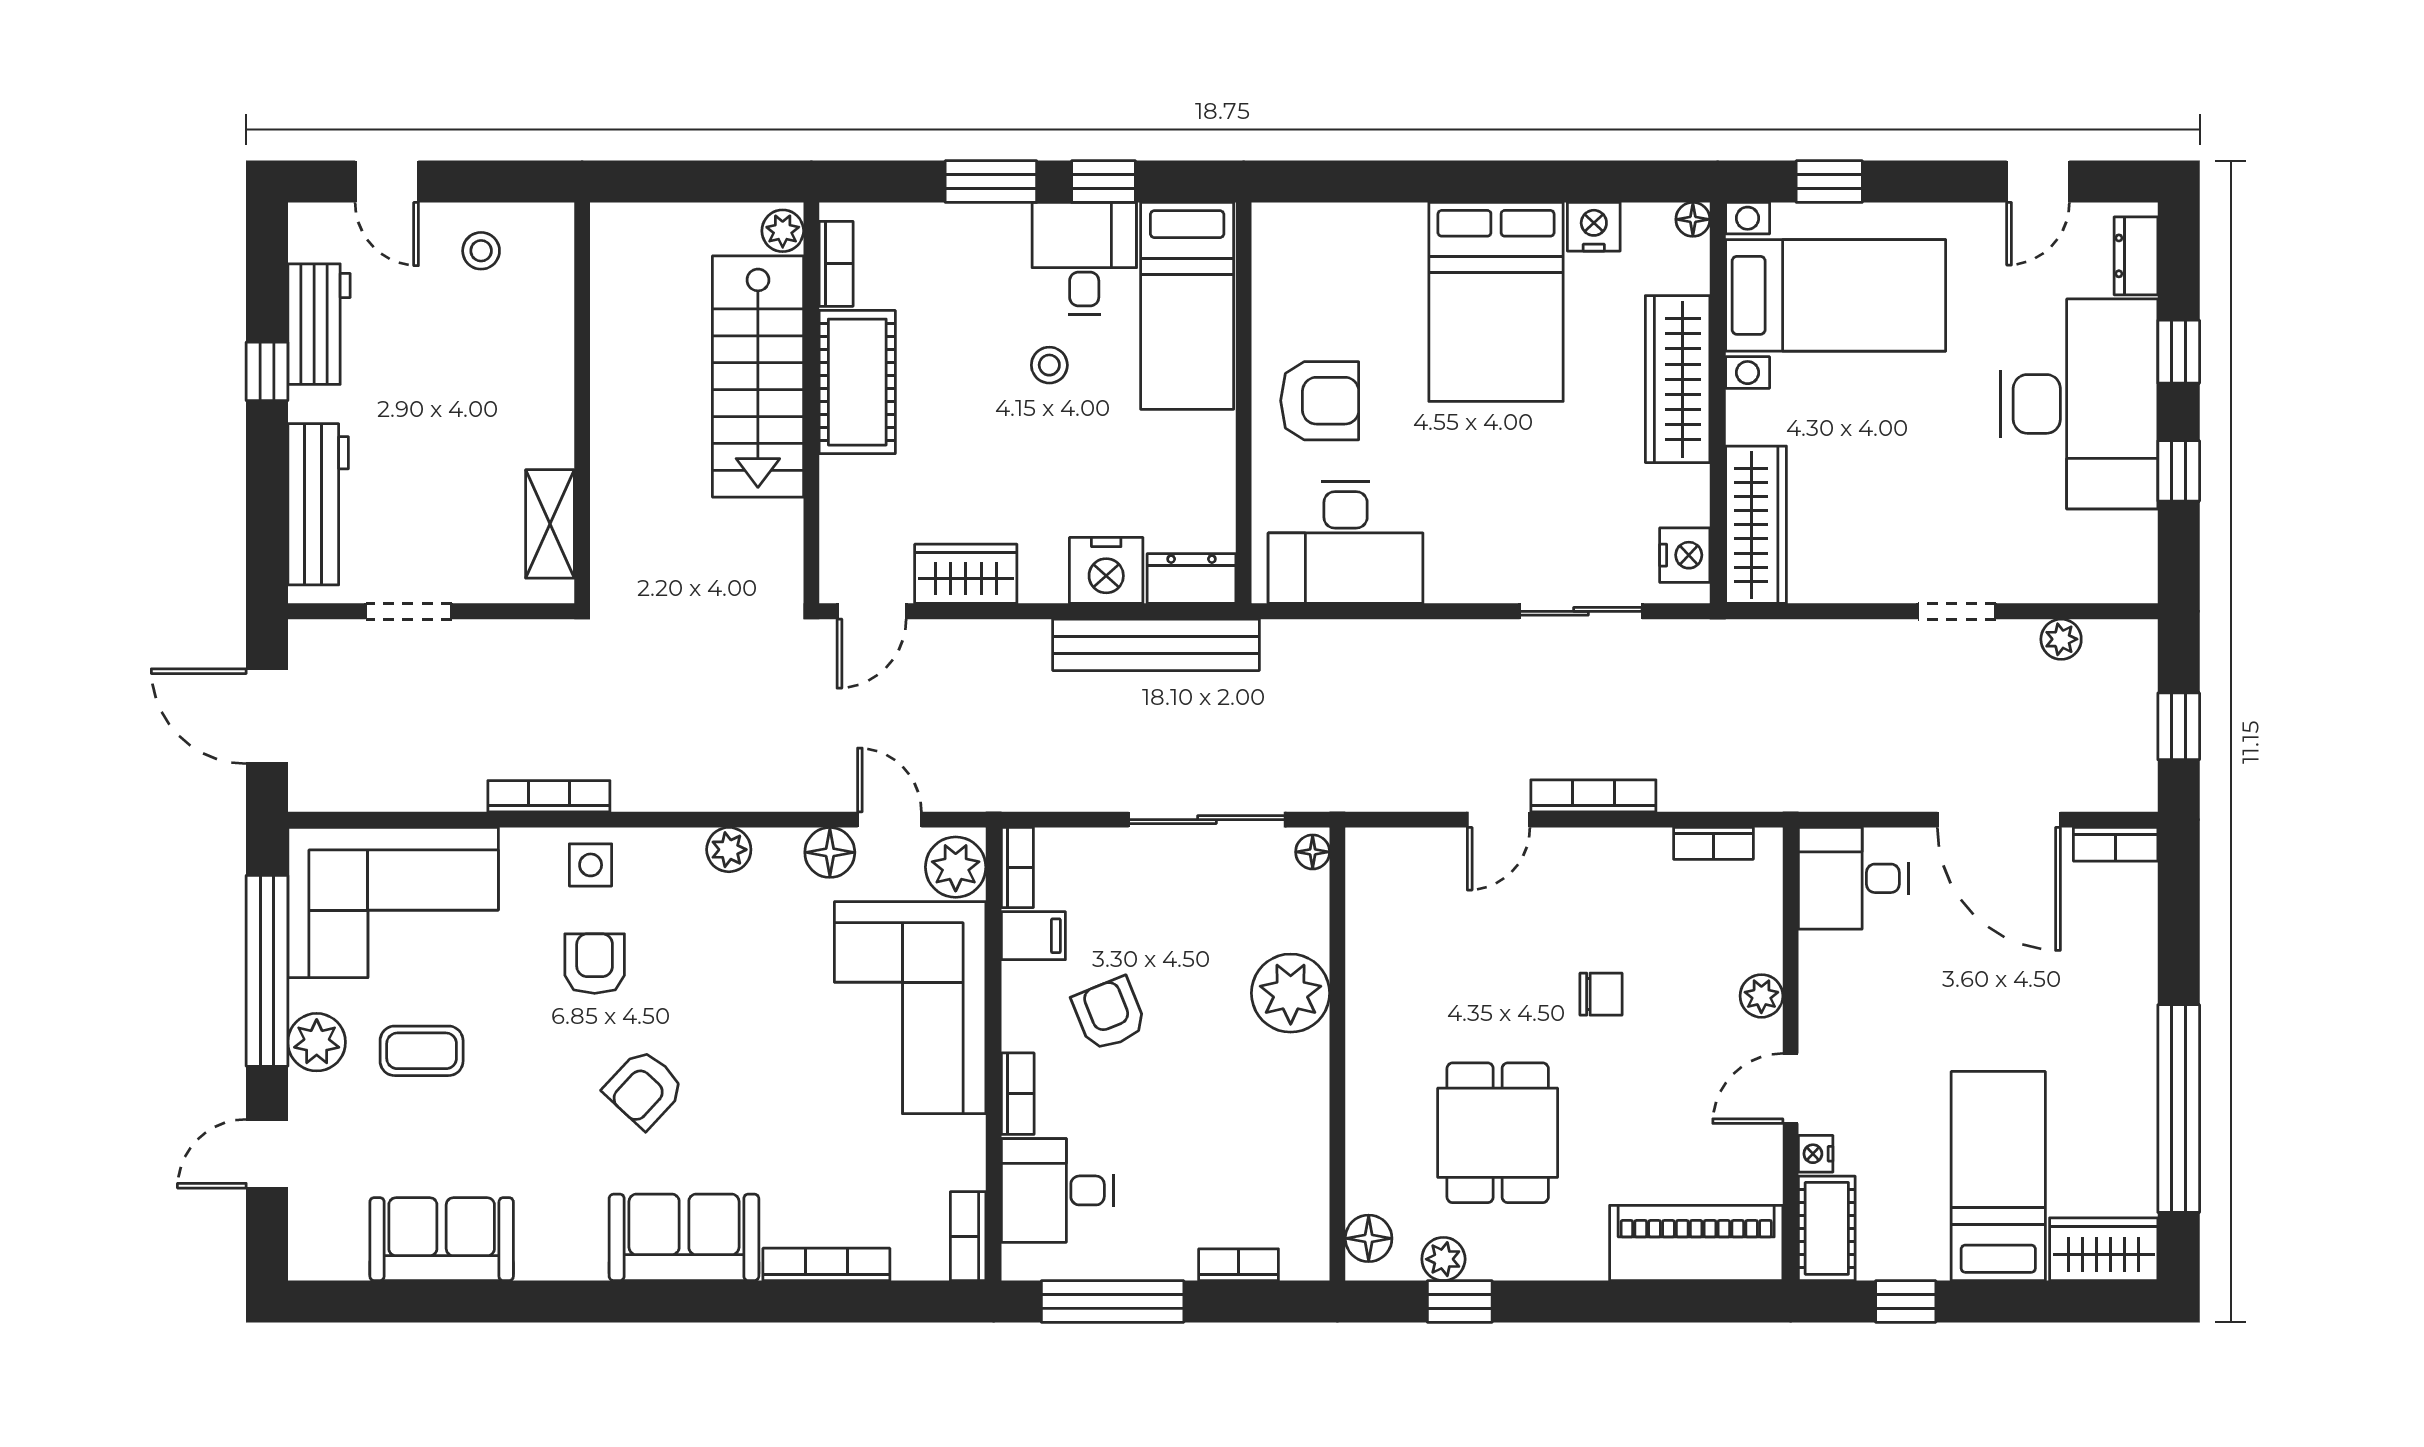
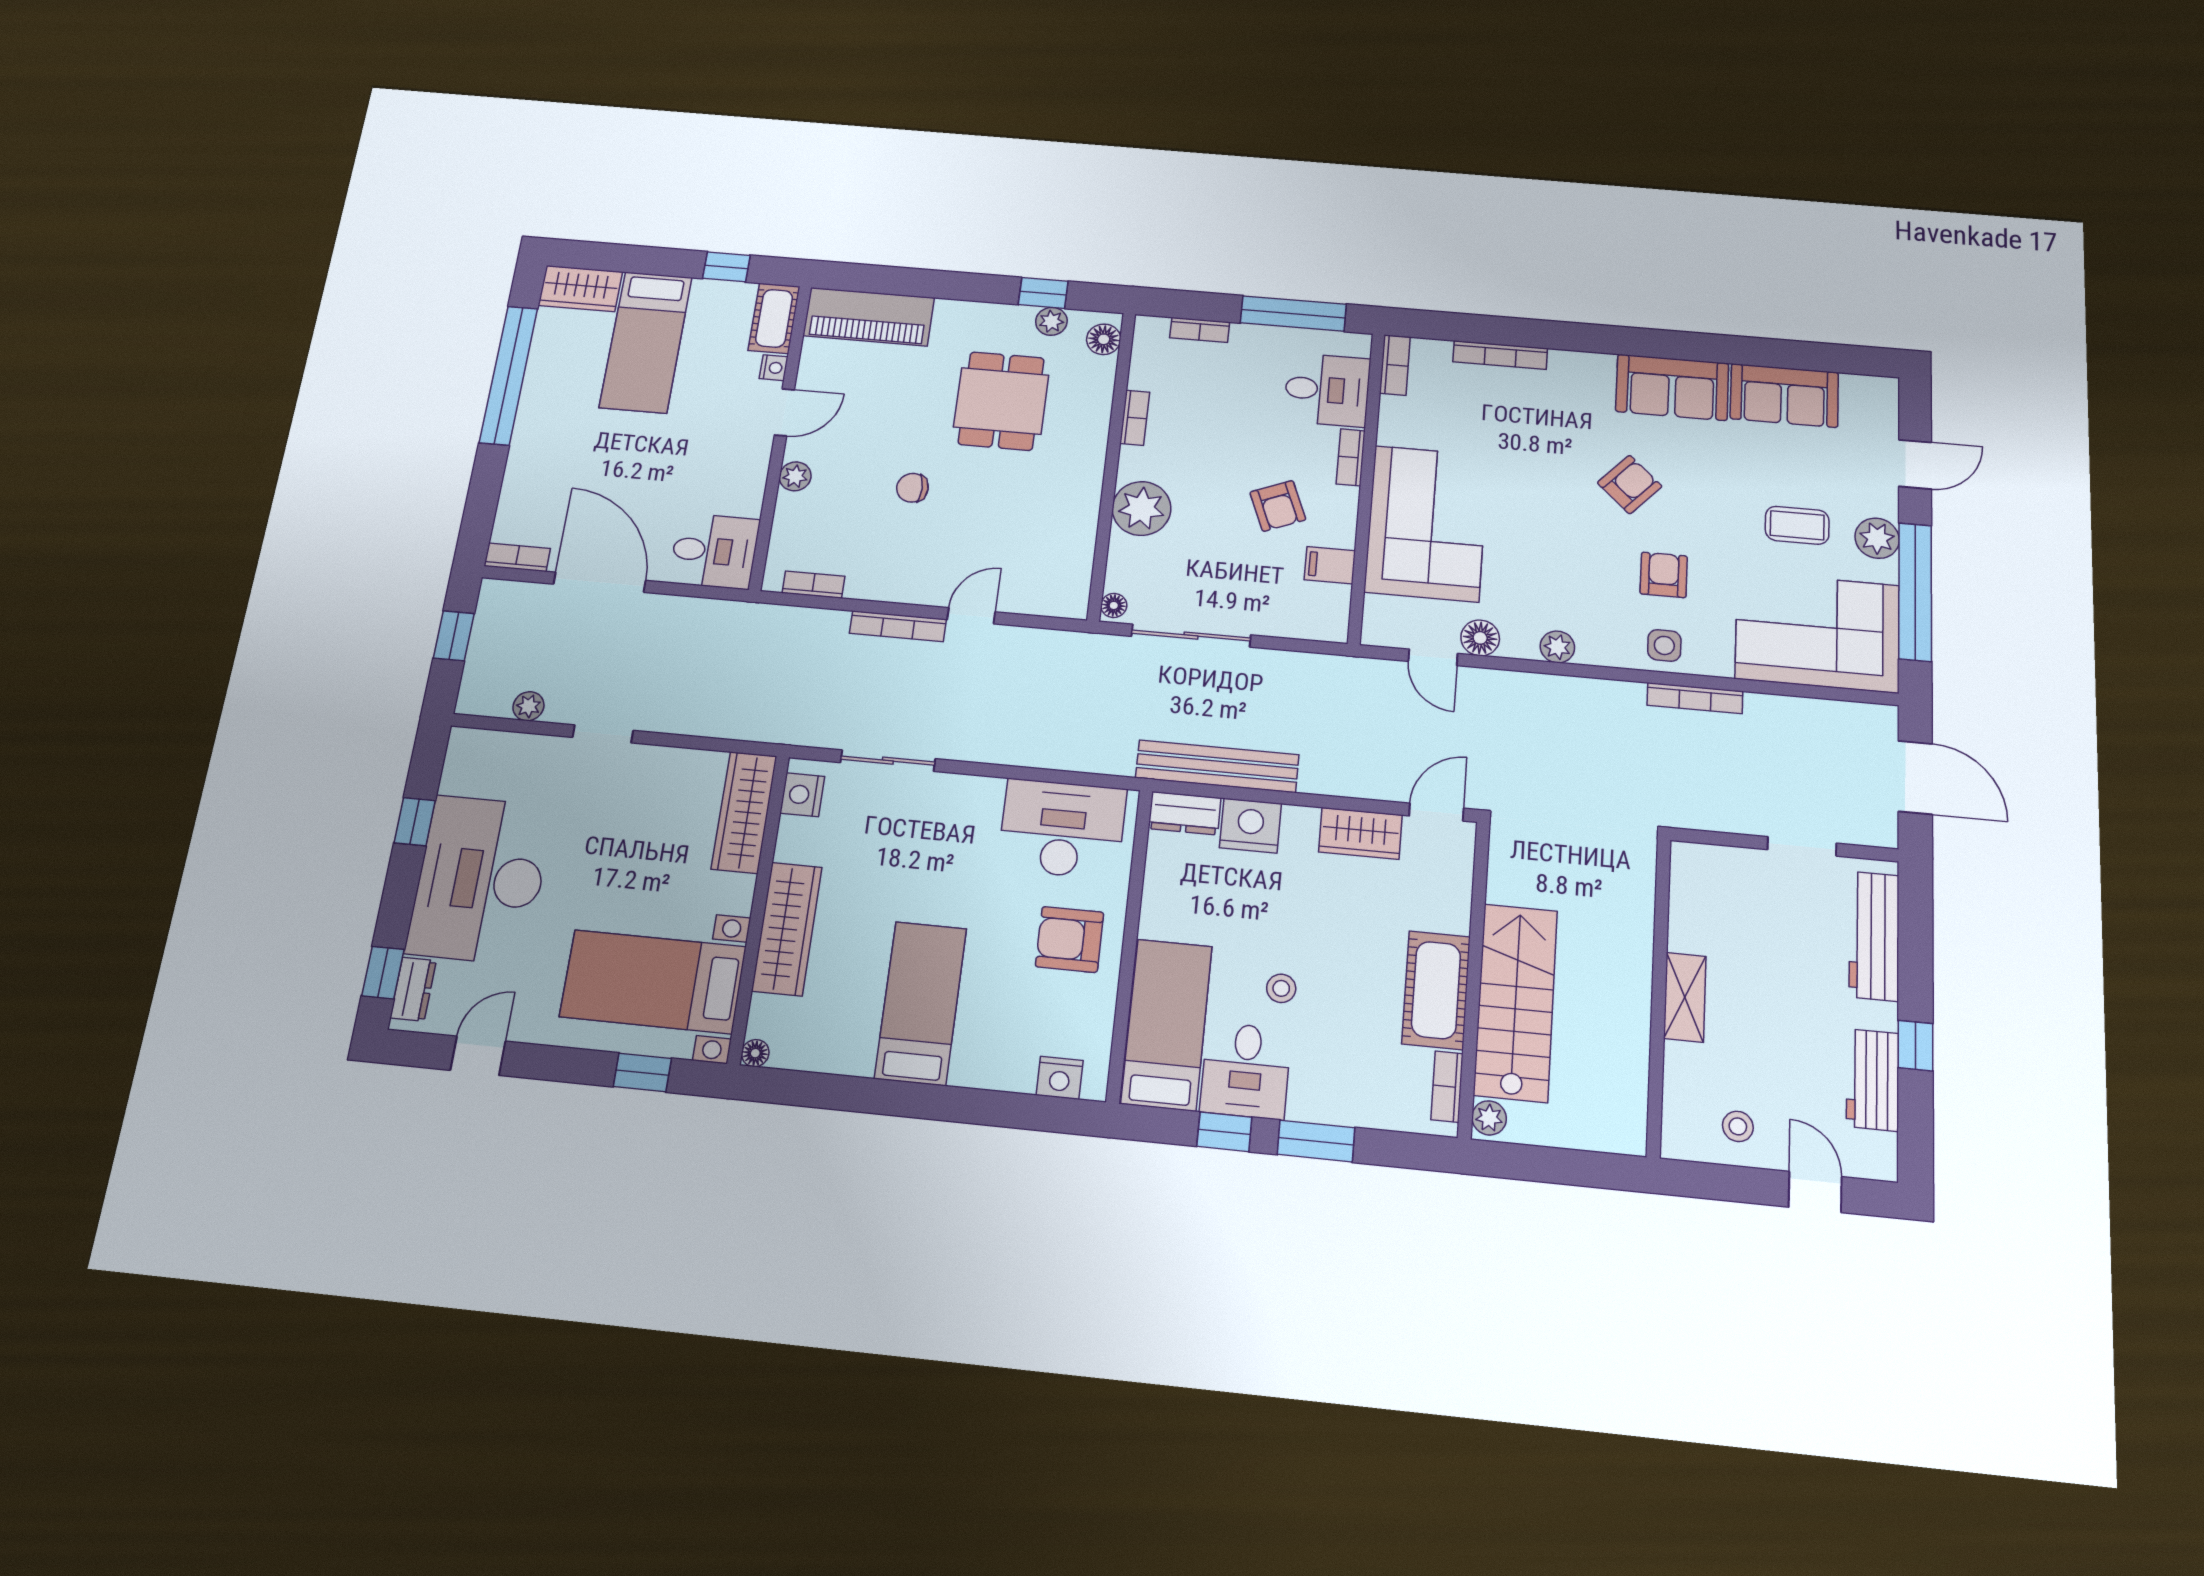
nightstand: (1594, 227) -> (1060, 1078), moved
bed: (1496, 302) -> (921, 1003), width x0.67
window: (2179, 352) -> (383, 973), moved
shelving: (550, 524) -> (1685, 997), moved
plant: (956, 867) -> (1385, 619), removed
bookcase: (1017, 867) -> (1135, 418), moved, turned 180
armchair: (595, 964) -> (1664, 575), turned 180
sofa: (684, 1237) -> (1672, 387), moved

